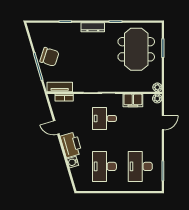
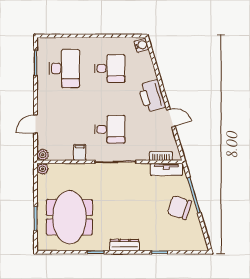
filing cabinet: (133, 100) -> (80, 152), width x0.50
water cooler: (73, 162) -> (141, 45), moved
desk: (104, 166) -> (110, 68), width x0.73

